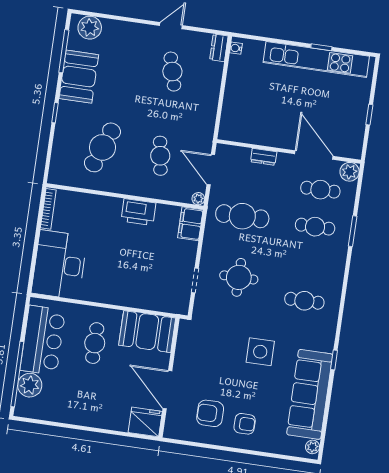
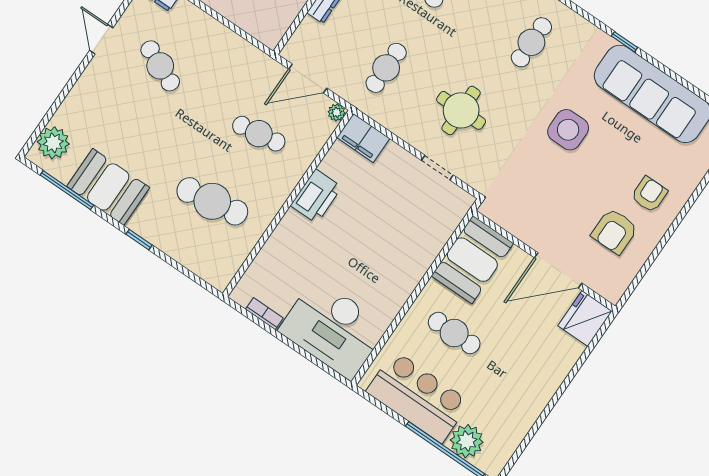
cafe table: (172, 72) -> (160, 66), turned 39
cafe table: (102, 147) -> (212, 201), turned -30
bookcase: (48, 209) -> (264, 314), width x0.64
cafe table: (242, 216) -> (386, 68), width x0.73, depth x0.74

